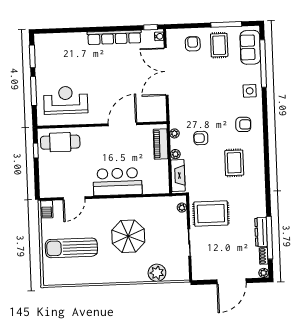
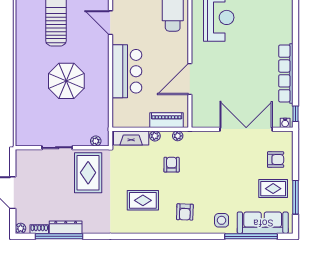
sofa: (250, 47) -> (263, 223), width x1.36
door: (122, 124) -> (190, 79), swing flipped
plant: (157, 273) -> (25, 111), removed

